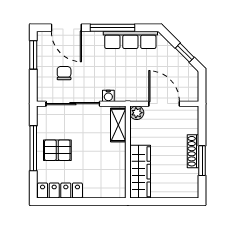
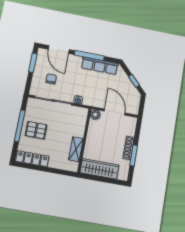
shelving: (118, 125) -> (76, 149), moved
wardrobe: (140, 172) -> (99, 169), moved, turned -90

